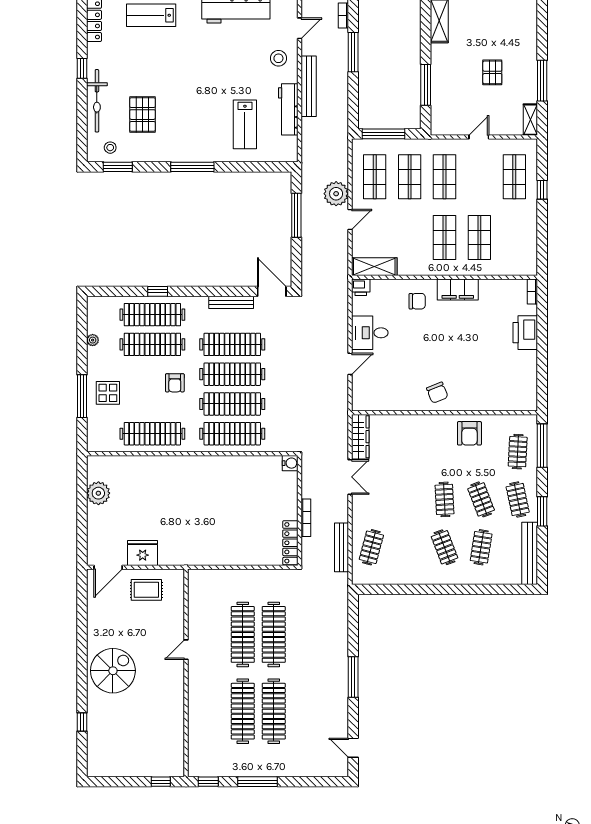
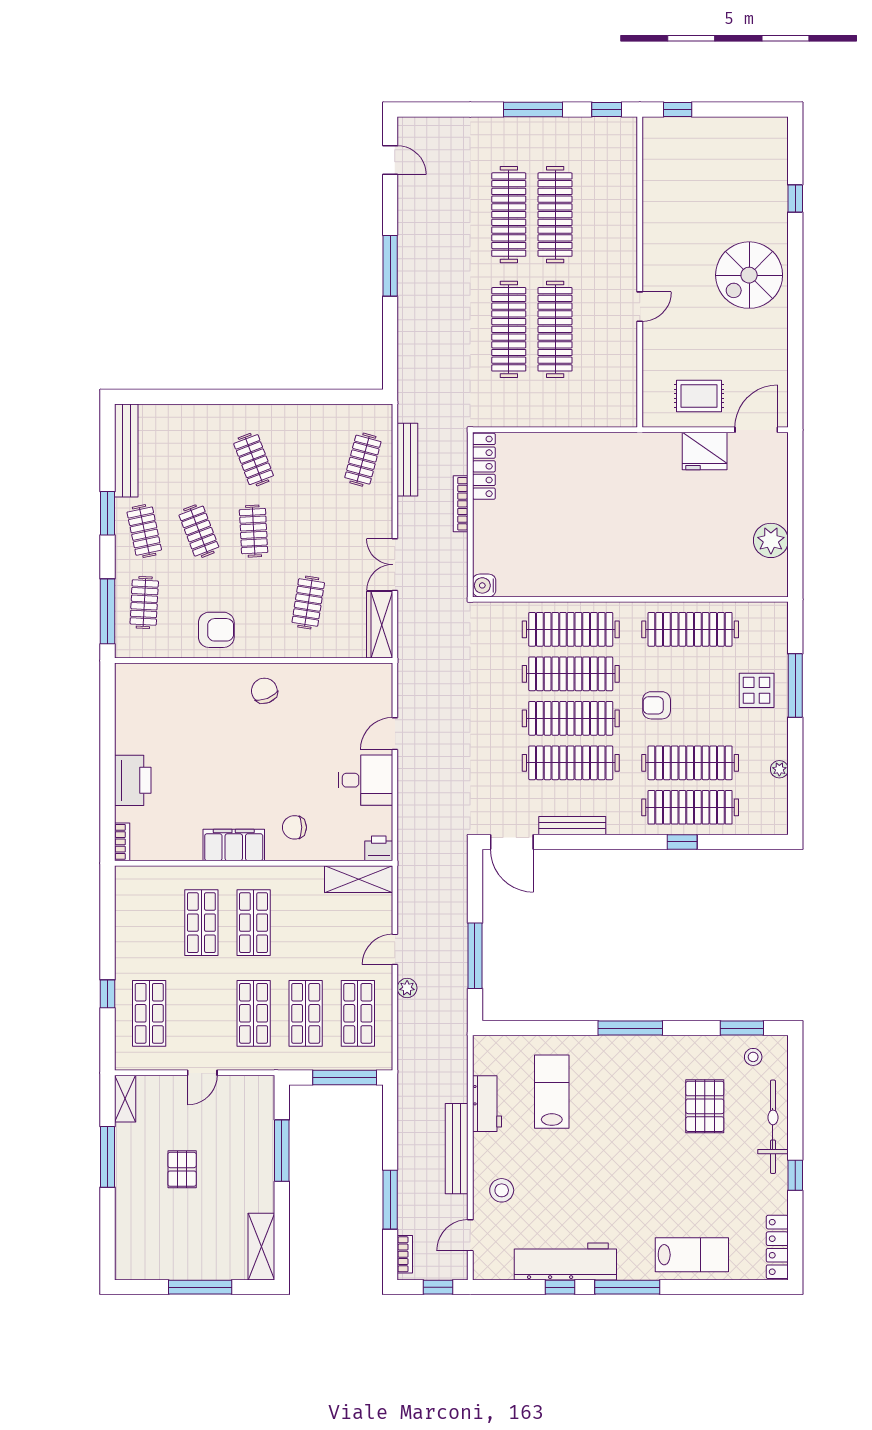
workbench: (288, 109) -> (487, 1104), width x0.73
plant: (336, 194) -> (407, 988), width x0.53, depth x0.53
armchair: (175, 383) -> (657, 705), turned -90
armchair: (469, 433) -> (216, 630), turned 90
clothes rail: (481, 547) -> (308, 602), moved

